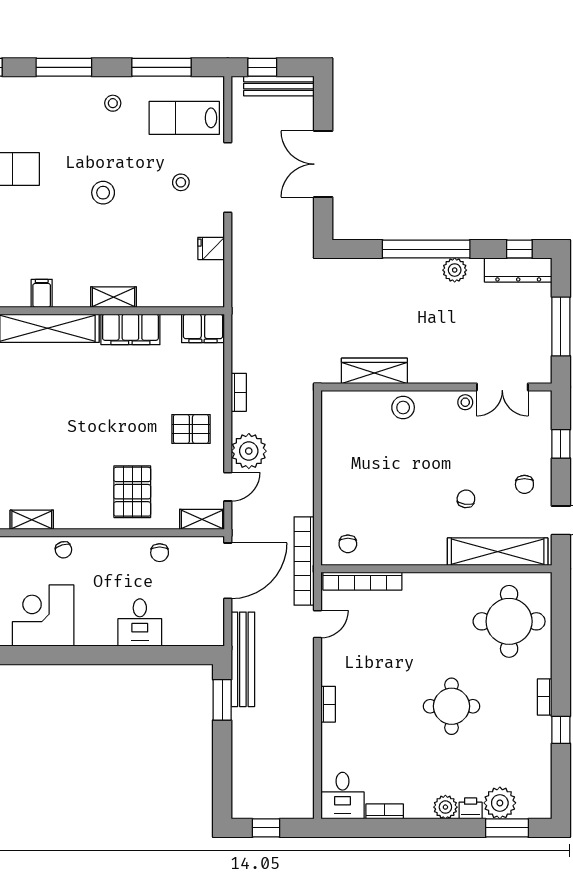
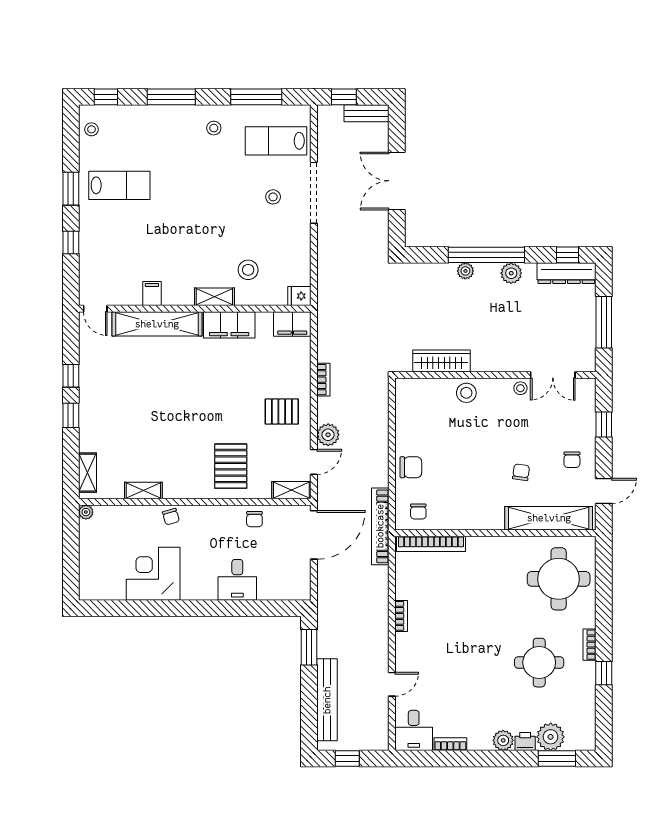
bench: (279, 86) -> (367, 113), width x0.73
stool: (103, 193) -> (248, 270), moved
fridge: (211, 248) -> (299, 296), moved
plant: (402, 267) -> (465, 271), added
plant: (249, 451) -> (328, 435), width x0.73, depth x0.73
chair: (339, 493) -> (411, 467), added
door: (318, 624) -> (392, 684), moved
bench: (243, 659) -> (327, 700), moved
bookcase: (328, 704) -> (401, 616), moved
round table: (451, 706) -> (539, 663), moved

